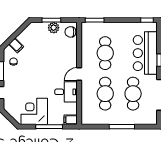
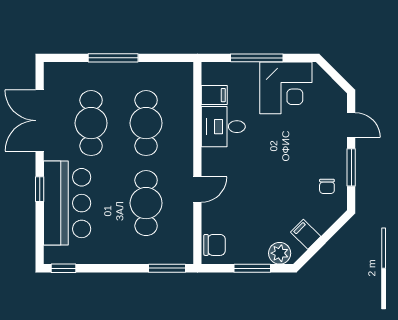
plant: (54, 28) -> (280, 253), moved
filing cabinet: (16, 45) -> (306, 234), moved
door: (79, 74) -> (197, 190), moved
filing cabinet: (71, 120) -> (214, 95), moved

